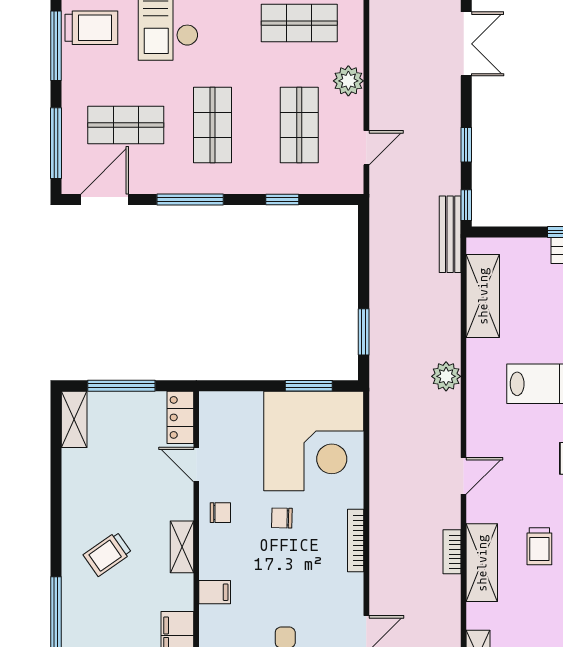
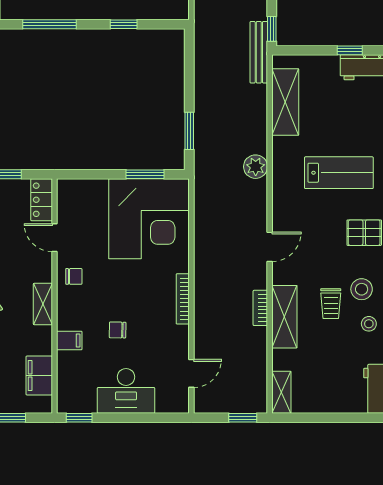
chair: (282, 518) -> (118, 330), moved

